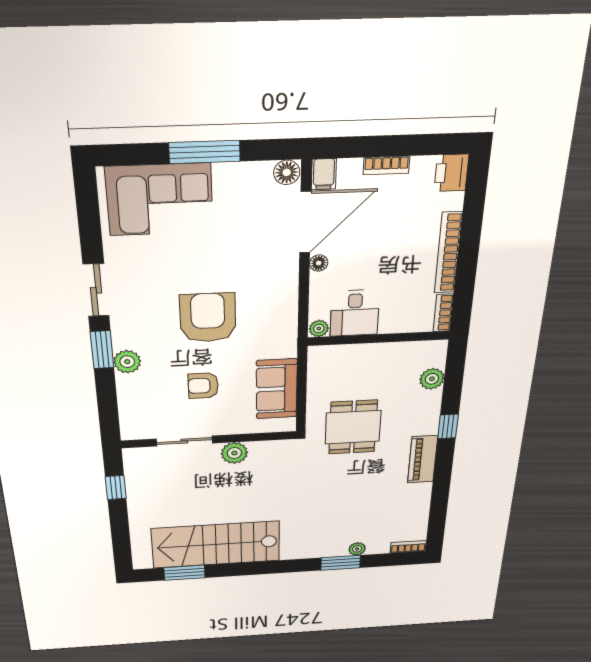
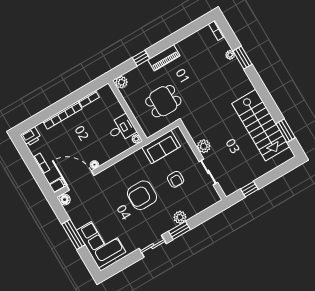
desk: (355, 313) -> (121, 128), moved
plant: (319, 329) -> (136, 139), moved
wall: (379, 338) -> (128, 111), moved

